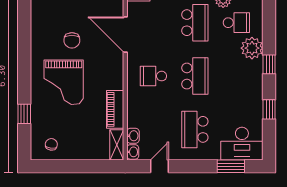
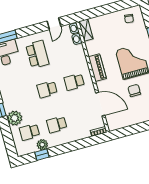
school desk: (195, 23) -> (57, 124), width x0.54
school desk: (153, 76) -> (74, 82), turned 180
school desk: (195, 76) -> (47, 89), width x0.54
piano: (115, 109) -> (97, 68), moved

